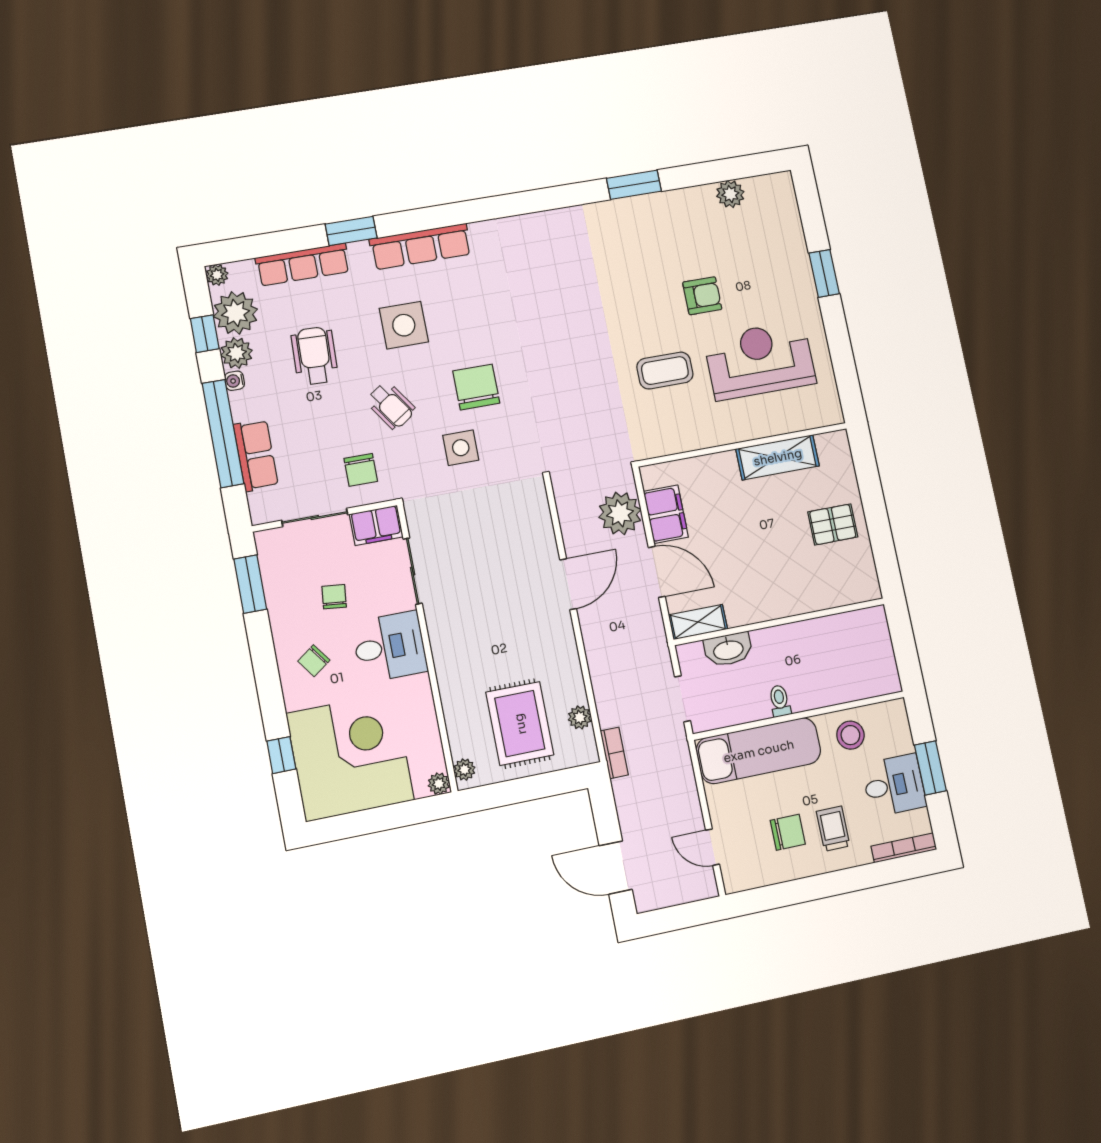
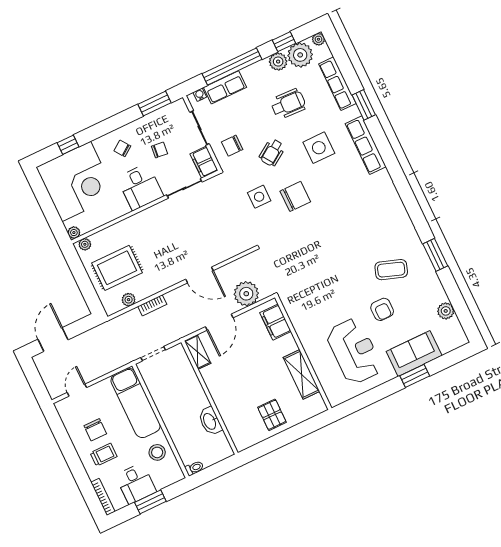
sofa: (787, 264) -> (414, 354), added
coffee table: (665, 371) -> (391, 270), moved, turned -71
water cooler: (235, 381) -> (200, 95), moved
filing cabinet: (666, 514) -> (276, 322), moved, turned 90
washbasin: (728, 649) -> (210, 421), moved
toilet: (780, 701) -> (194, 468), moved
bookcase: (614, 753) -> (152, 305), moved

